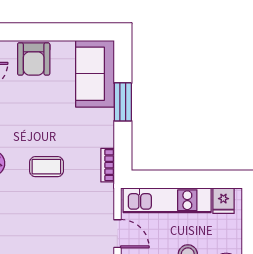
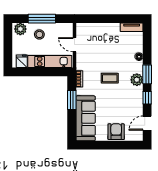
sofa: (95, 74) -> (86, 118), width x1.36
window: (123, 102) -> (72, 100), moved

